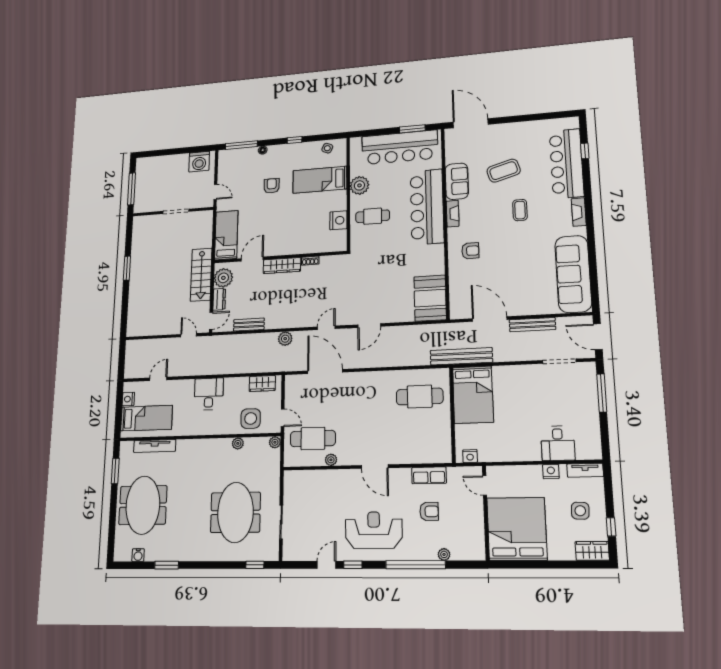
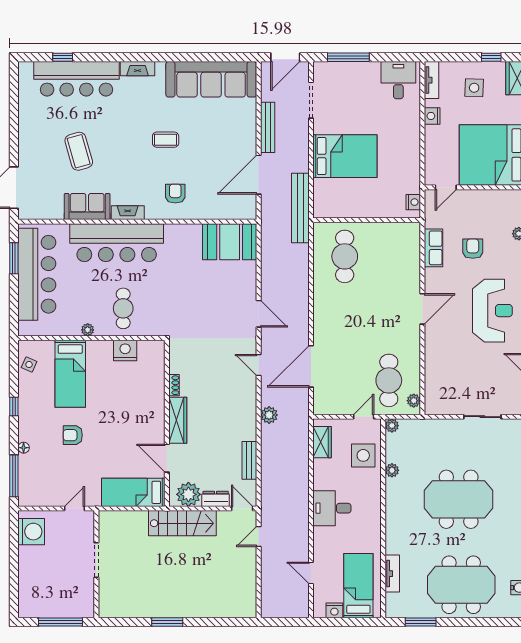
plant: (359, 185) -> (88, 330), width x0.53, depth x0.53
coffee table: (520, 210) -> (166, 140), moved
bed: (473, 395) -> (345, 156), moved
desk: (558, 443) -> (398, 80), moved, turned -90
tv unit: (155, 446) -> (392, 574), width x0.71
plant: (331, 460) -> (414, 401), moved
meeting table: (235, 512) -> (459, 499), moved
reception desk: (374, 530) -> (492, 311), turned 180

